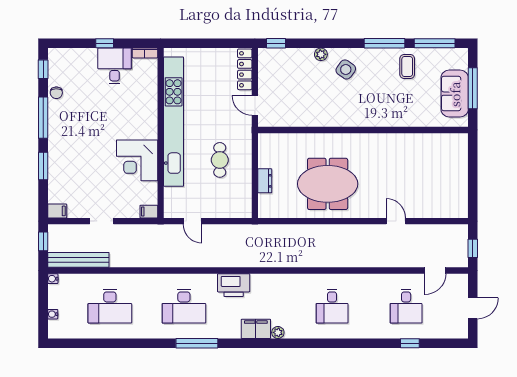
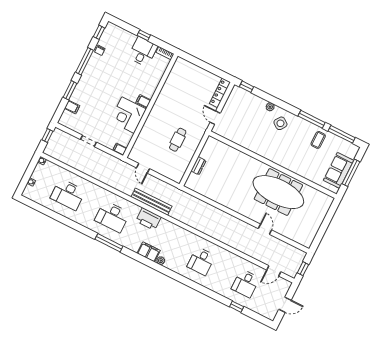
kitchen unit: (174, 122) -> (161, 103), removed
filing cabinet: (148, 132) -> (143, 101), added
meeting table: (328, 184) -> (278, 192), moved, width x1.36
filing cabinet: (57, 211) -> (72, 107), moved
bench: (78, 260) -> (151, 202), moved

